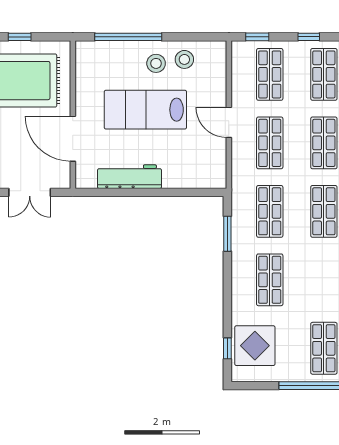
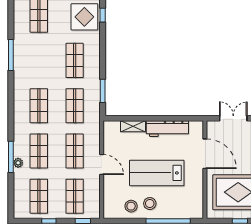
lab bench: (145, 110) -> (157, 173), turned 180
shelving: (182, 180) -> (133, 126), added

